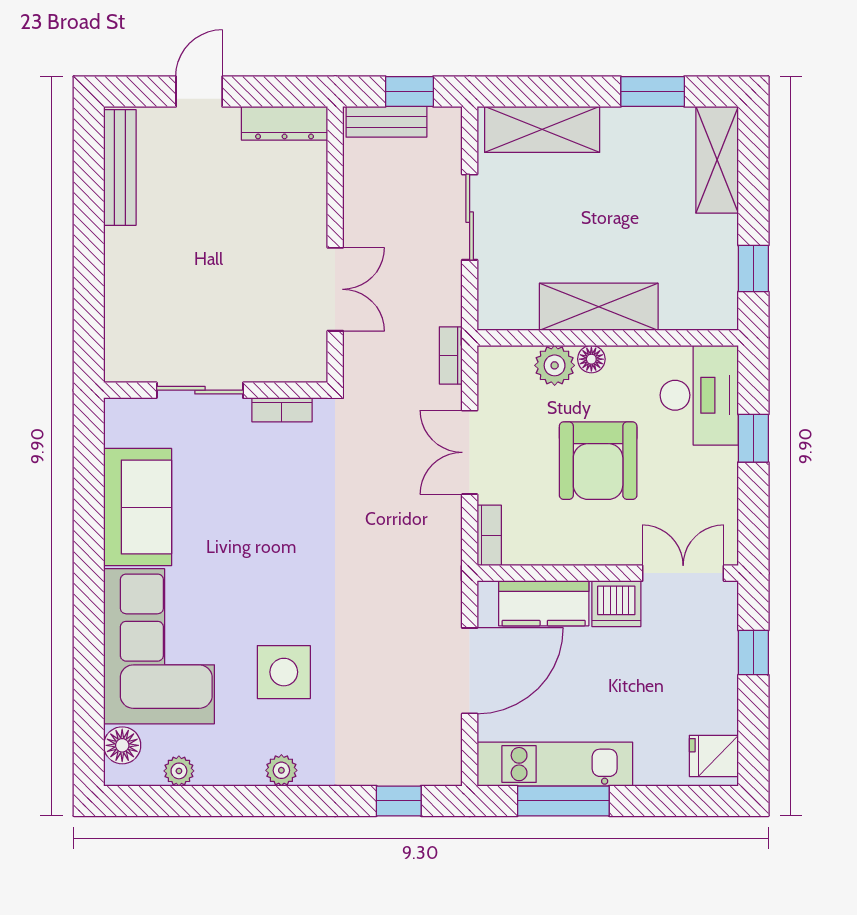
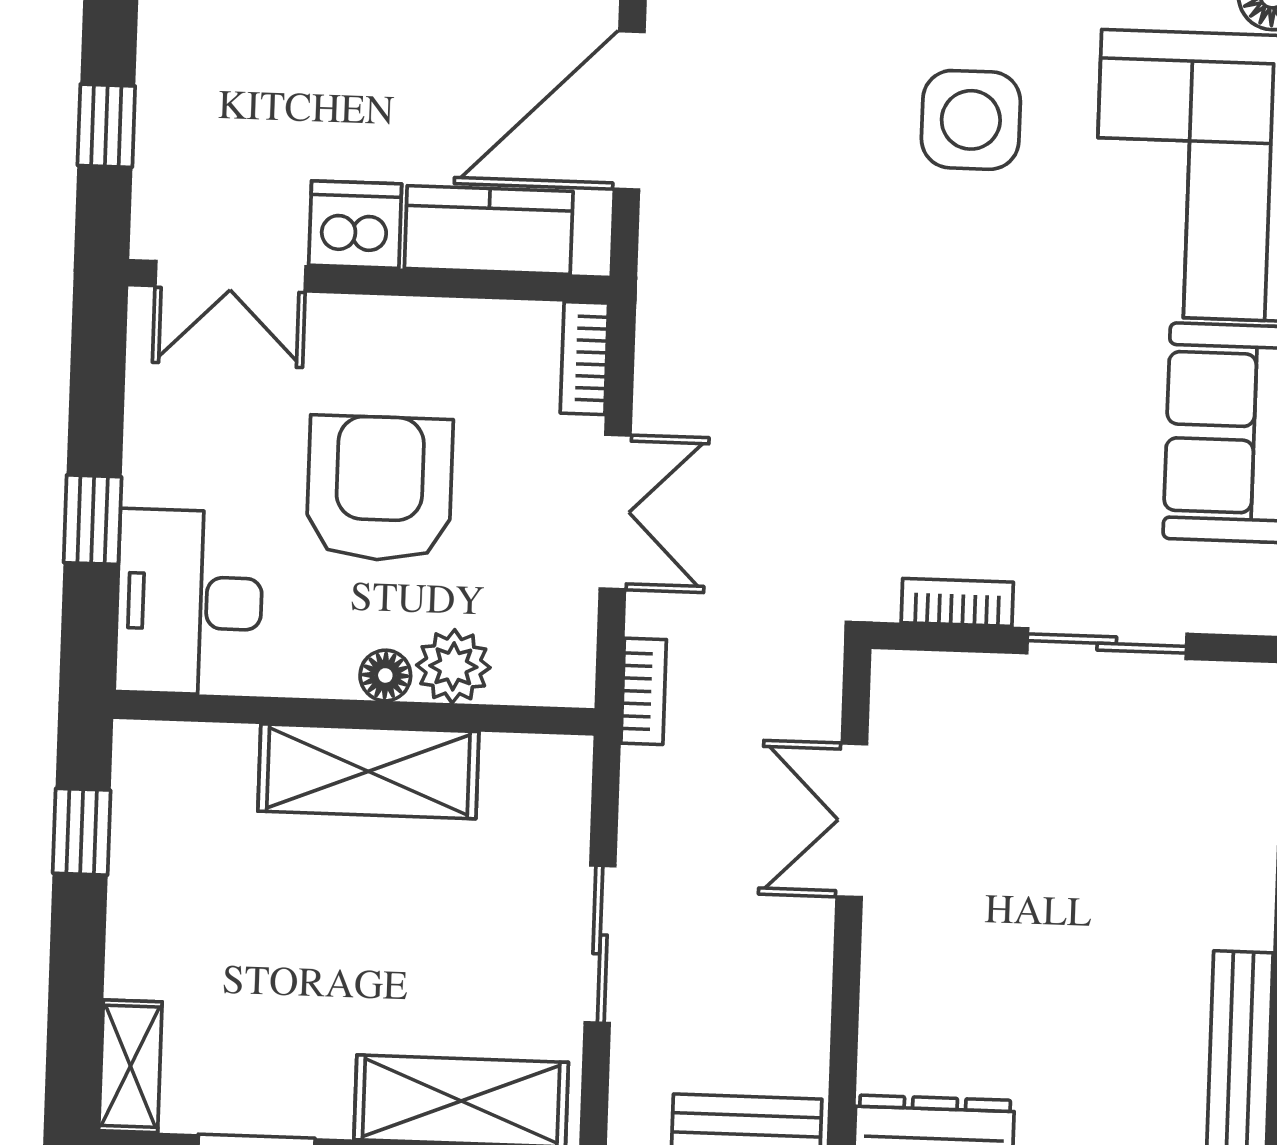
shelving: (717, 160) -> (130, 1066), width x0.67, depth x0.75

